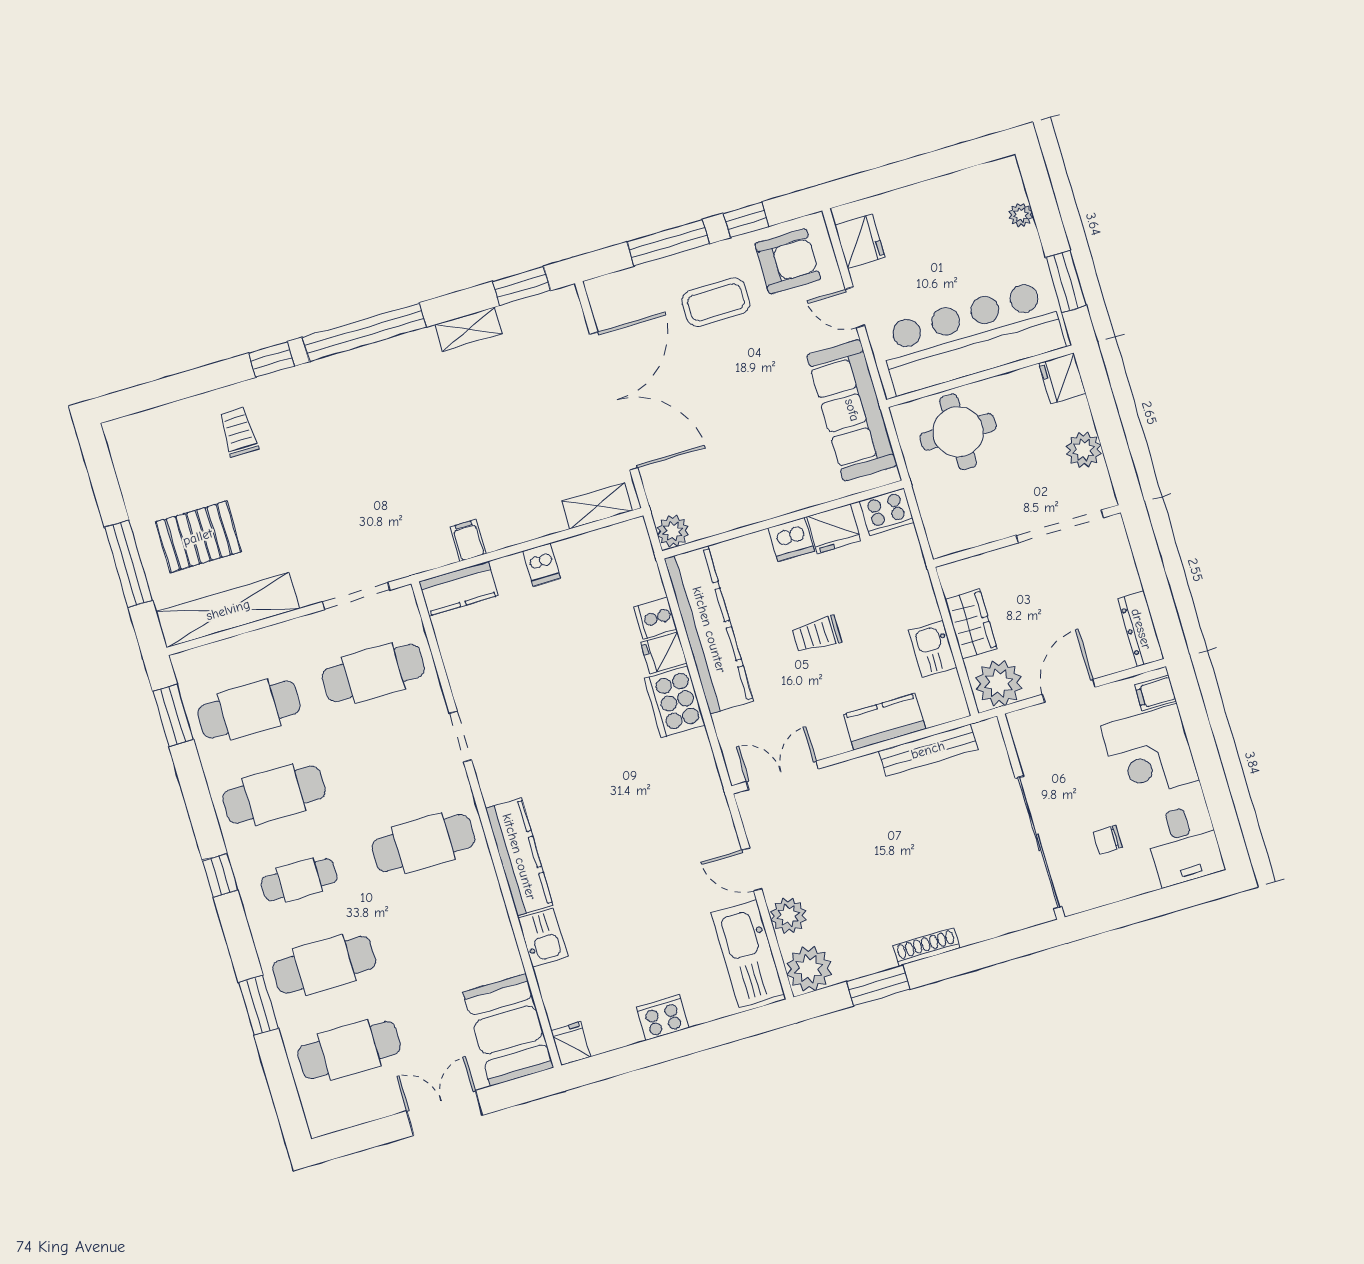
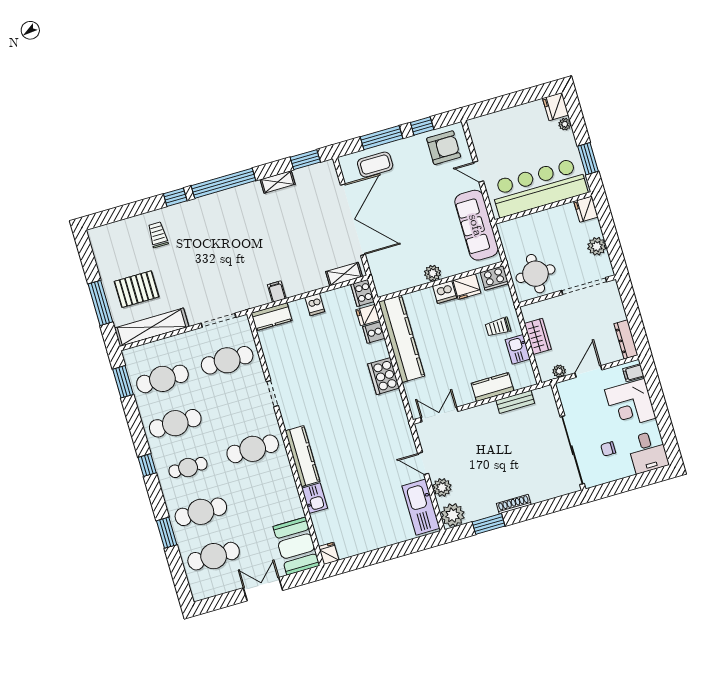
fridge: (860, 241) -> (556, 107), moved, turned 180
coffee table: (716, 302) -> (375, 164), moved
round table: (958, 432) -> (535, 274), moved
plant: (673, 531) -> (433, 273), moved
trolley: (817, 634) -> (498, 327), moved
fridge: (664, 653) -> (368, 315), moved
plant: (999, 683) -> (559, 371), width x0.53, depth x0.53
bench: (928, 750) -> (515, 402), width x0.73
cooker: (663, 1018) -> (363, 293), moved, turned -90

